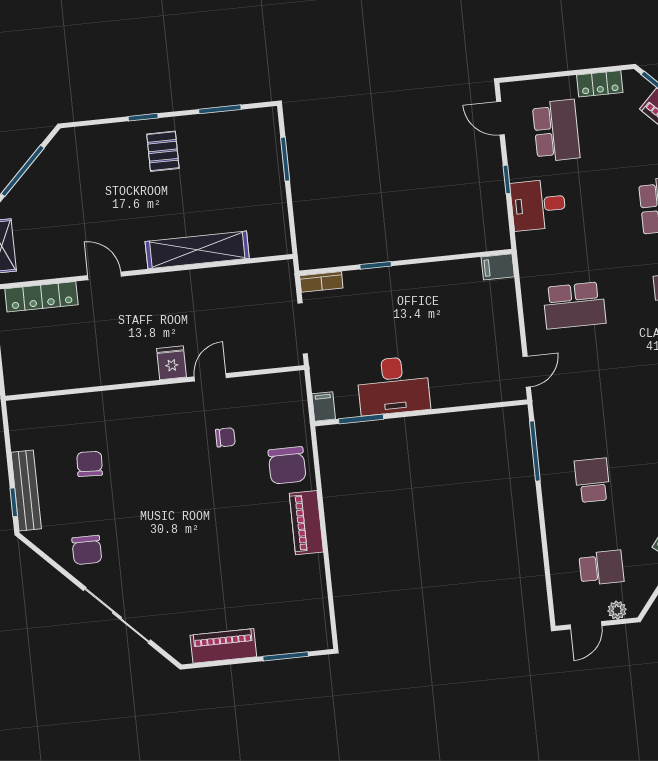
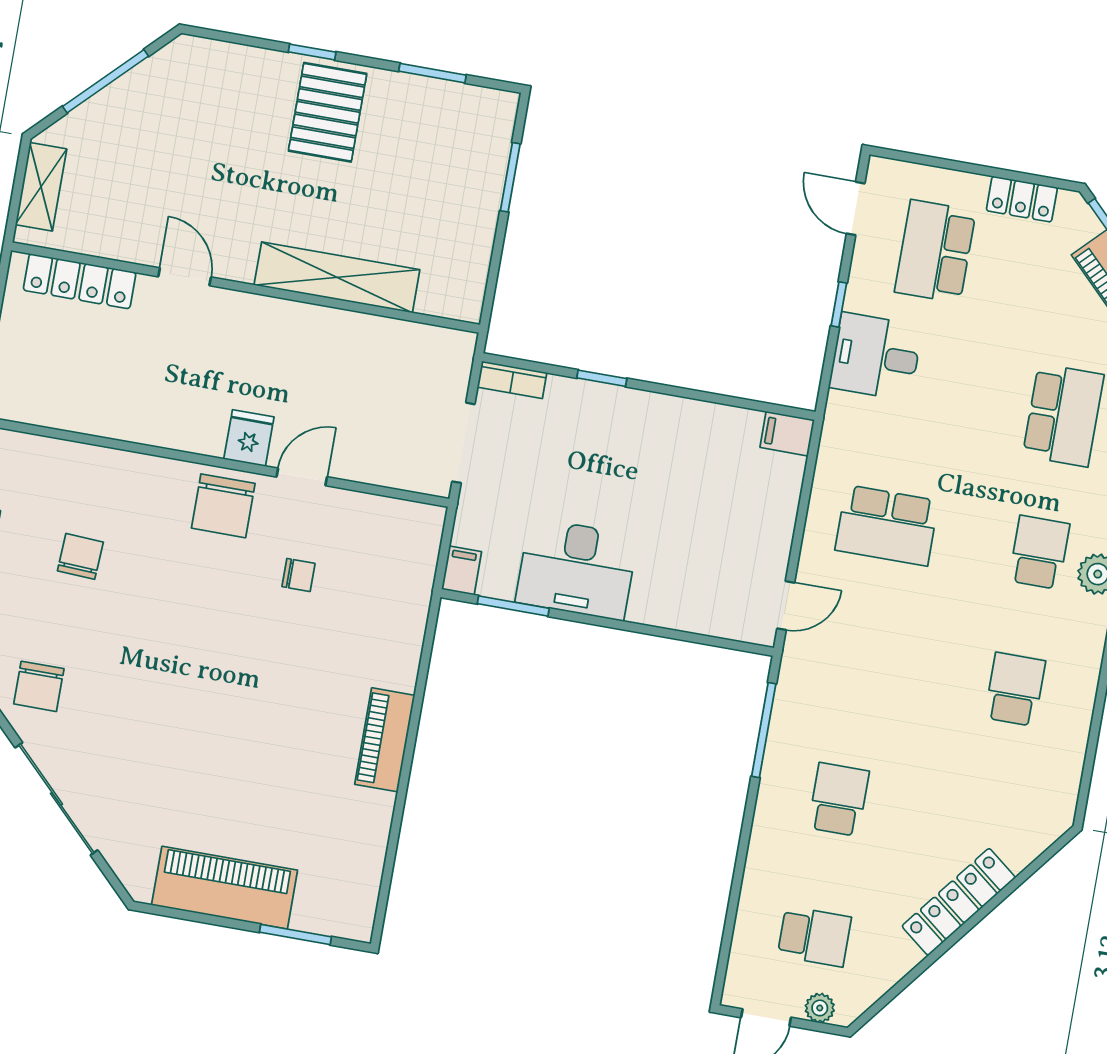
school desk: (556, 131) -> (935, 251), turned 180
pallet: (163, 151) -> (328, 112), width x1.50, depth x1.42
chair: (287, 465) -> (223, 506), moved
piano: (223, 646) -> (225, 888), width x1.37, depth x1.33

